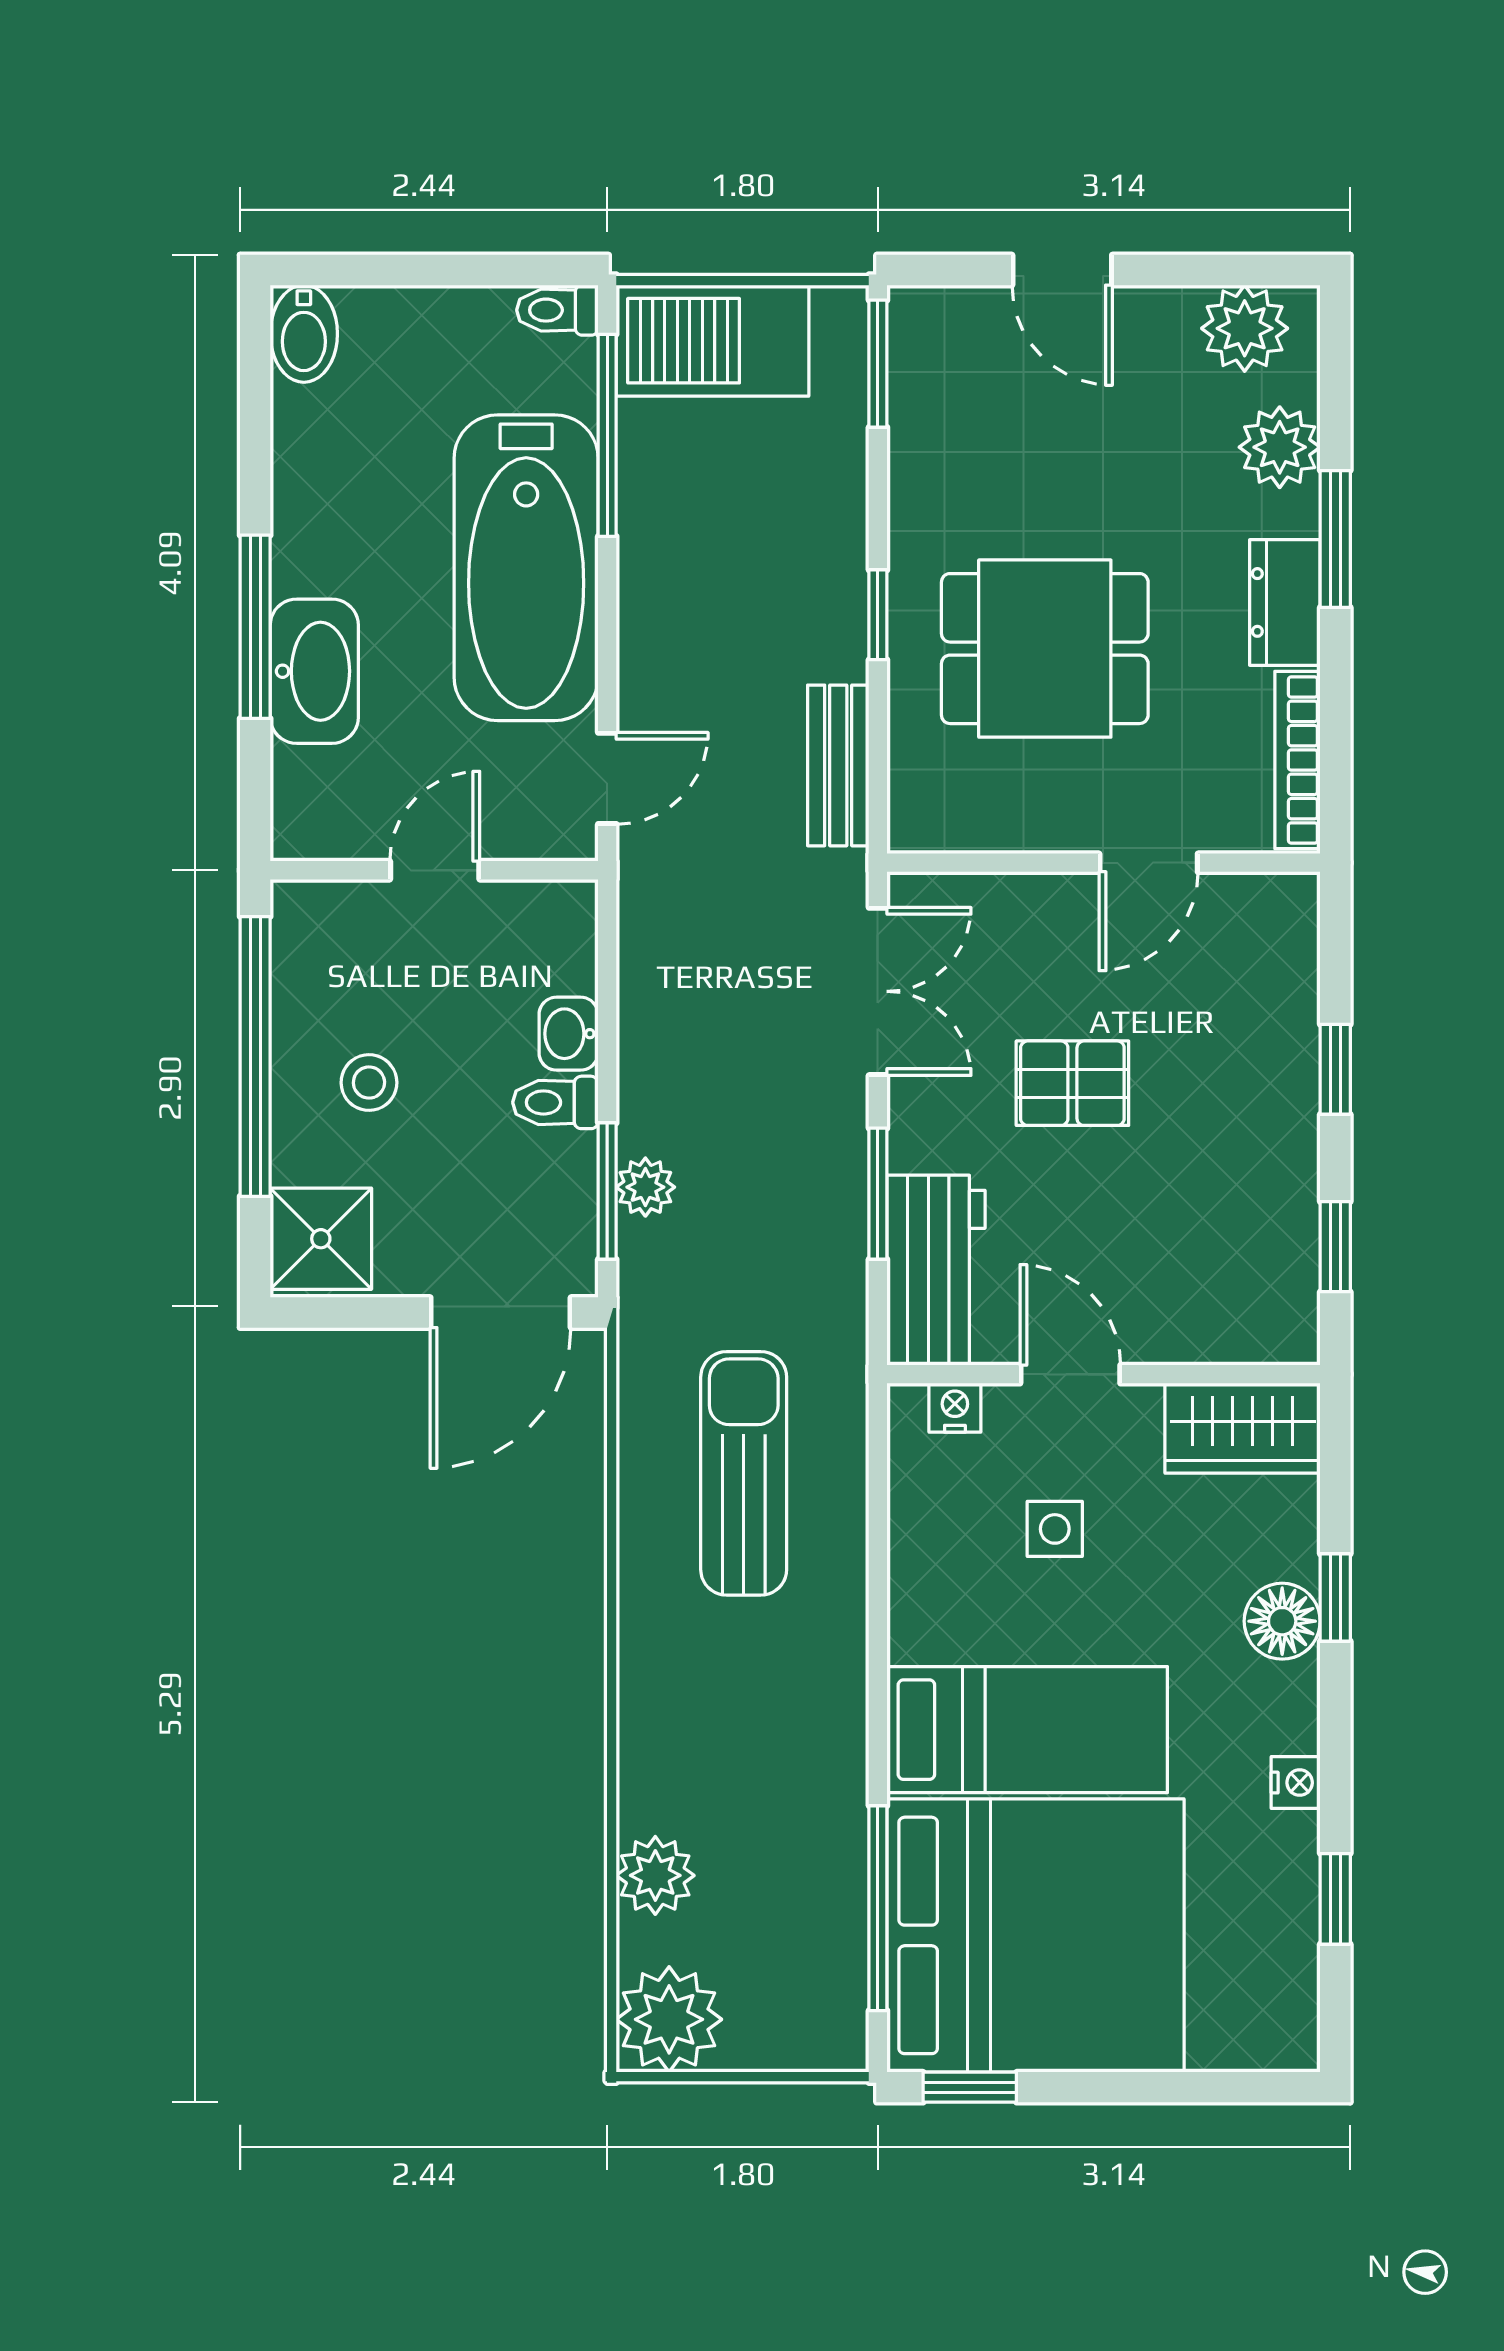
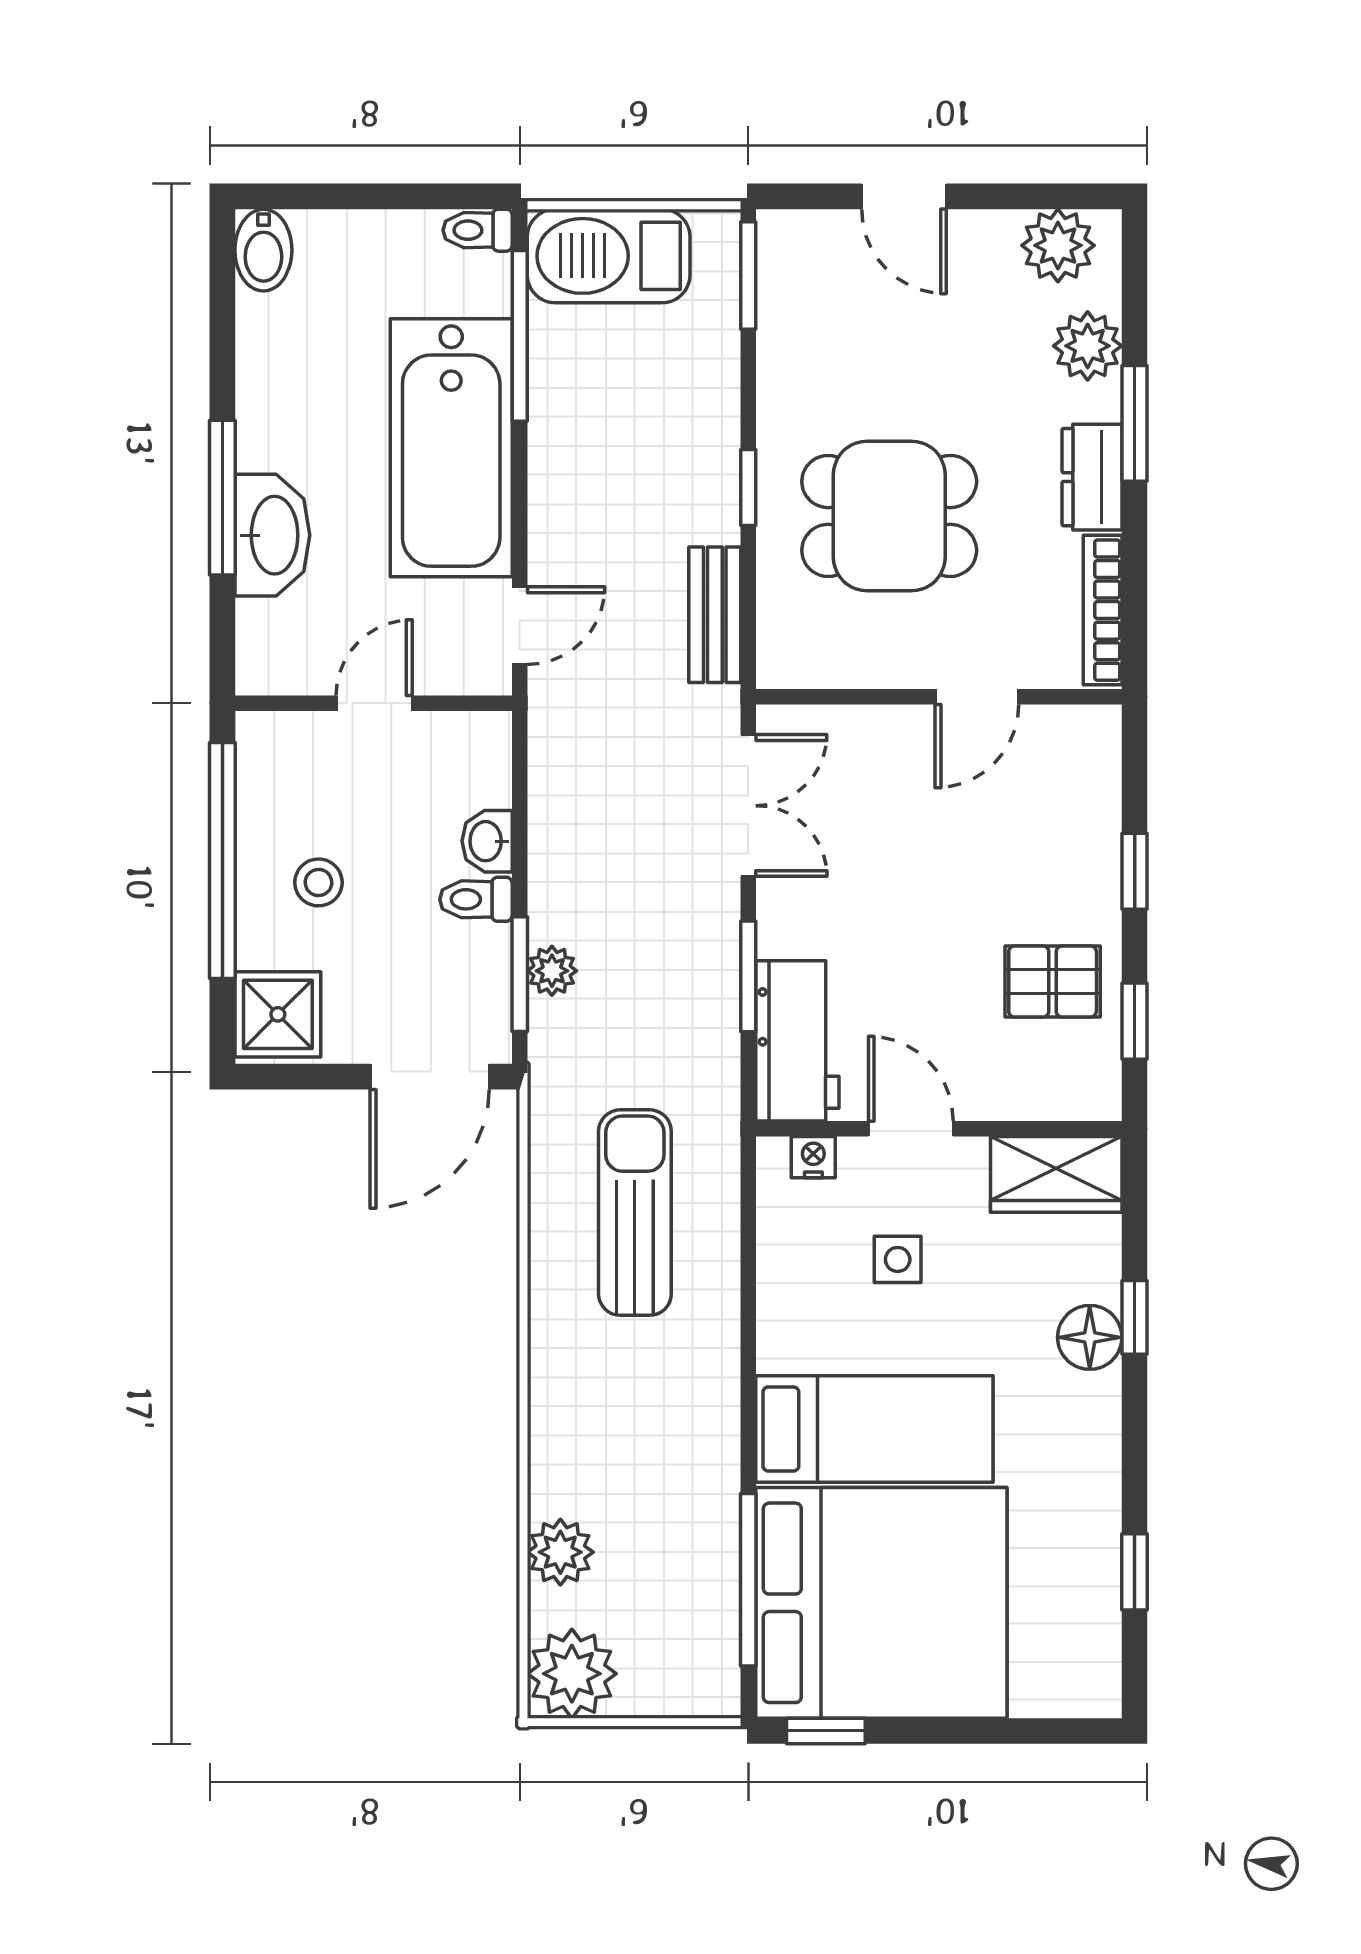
pallet: (1072, 1083) -> (1053, 981), moved
nightstand: (1296, 1783) -> (1101, 1474), removed

